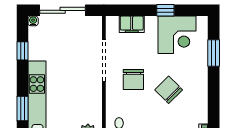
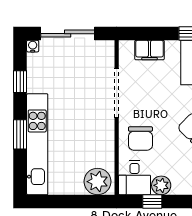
chair: (133, 79) -> (140, 139), moved
window: (22, 109) -> (20, 134), moved

